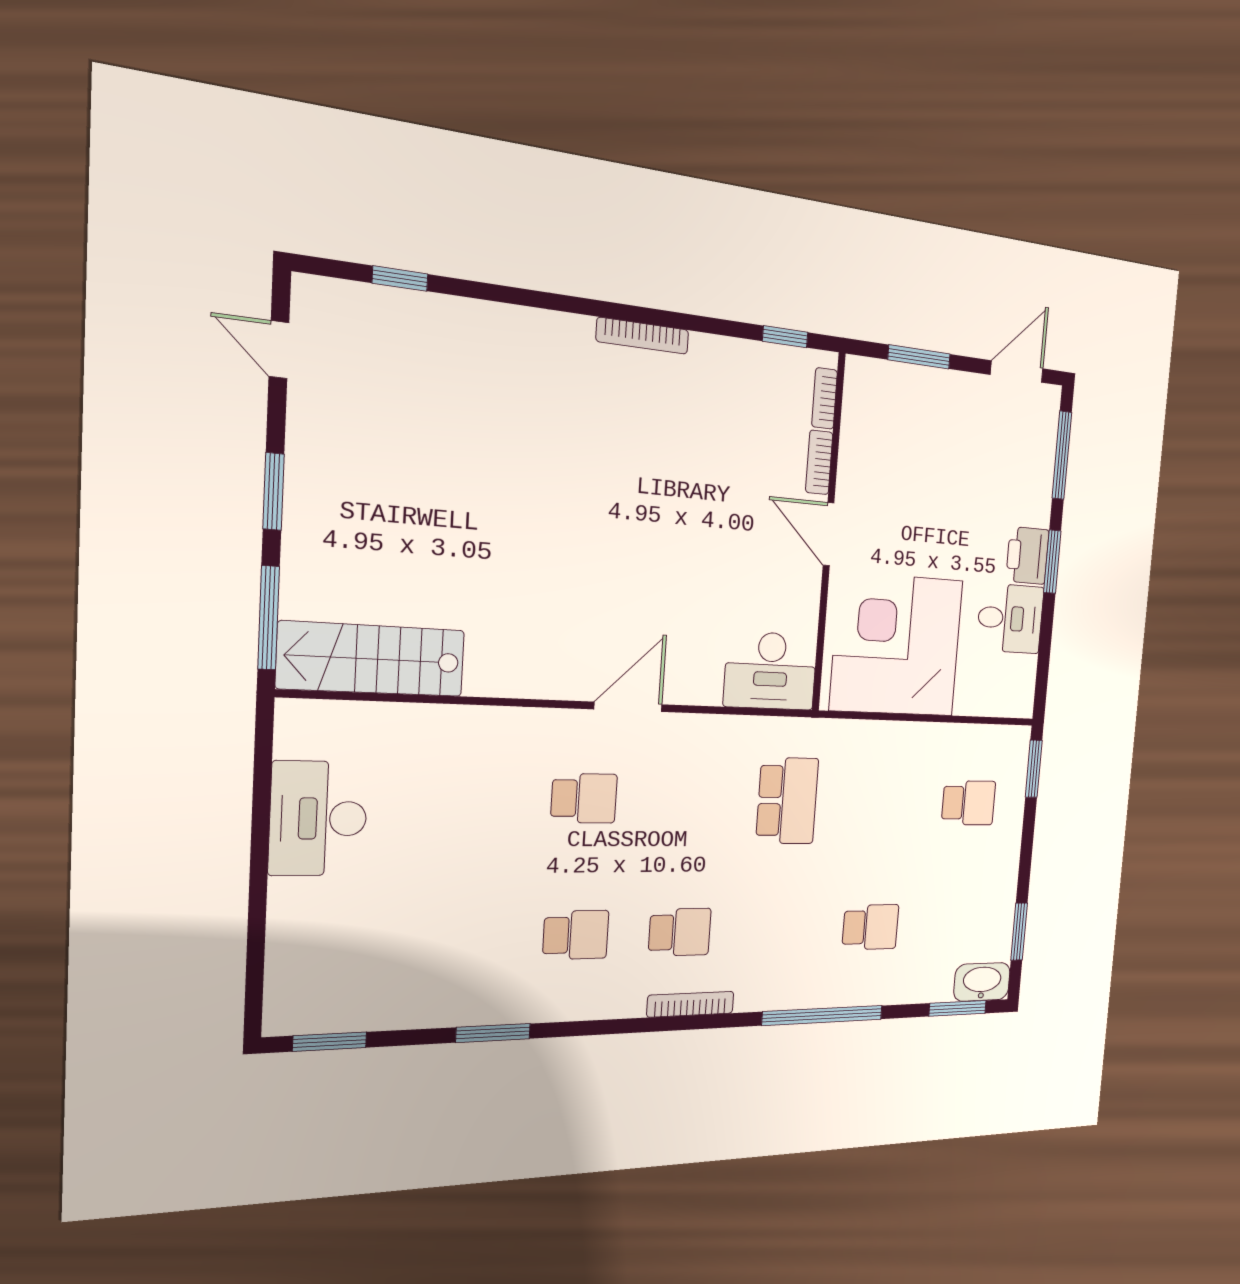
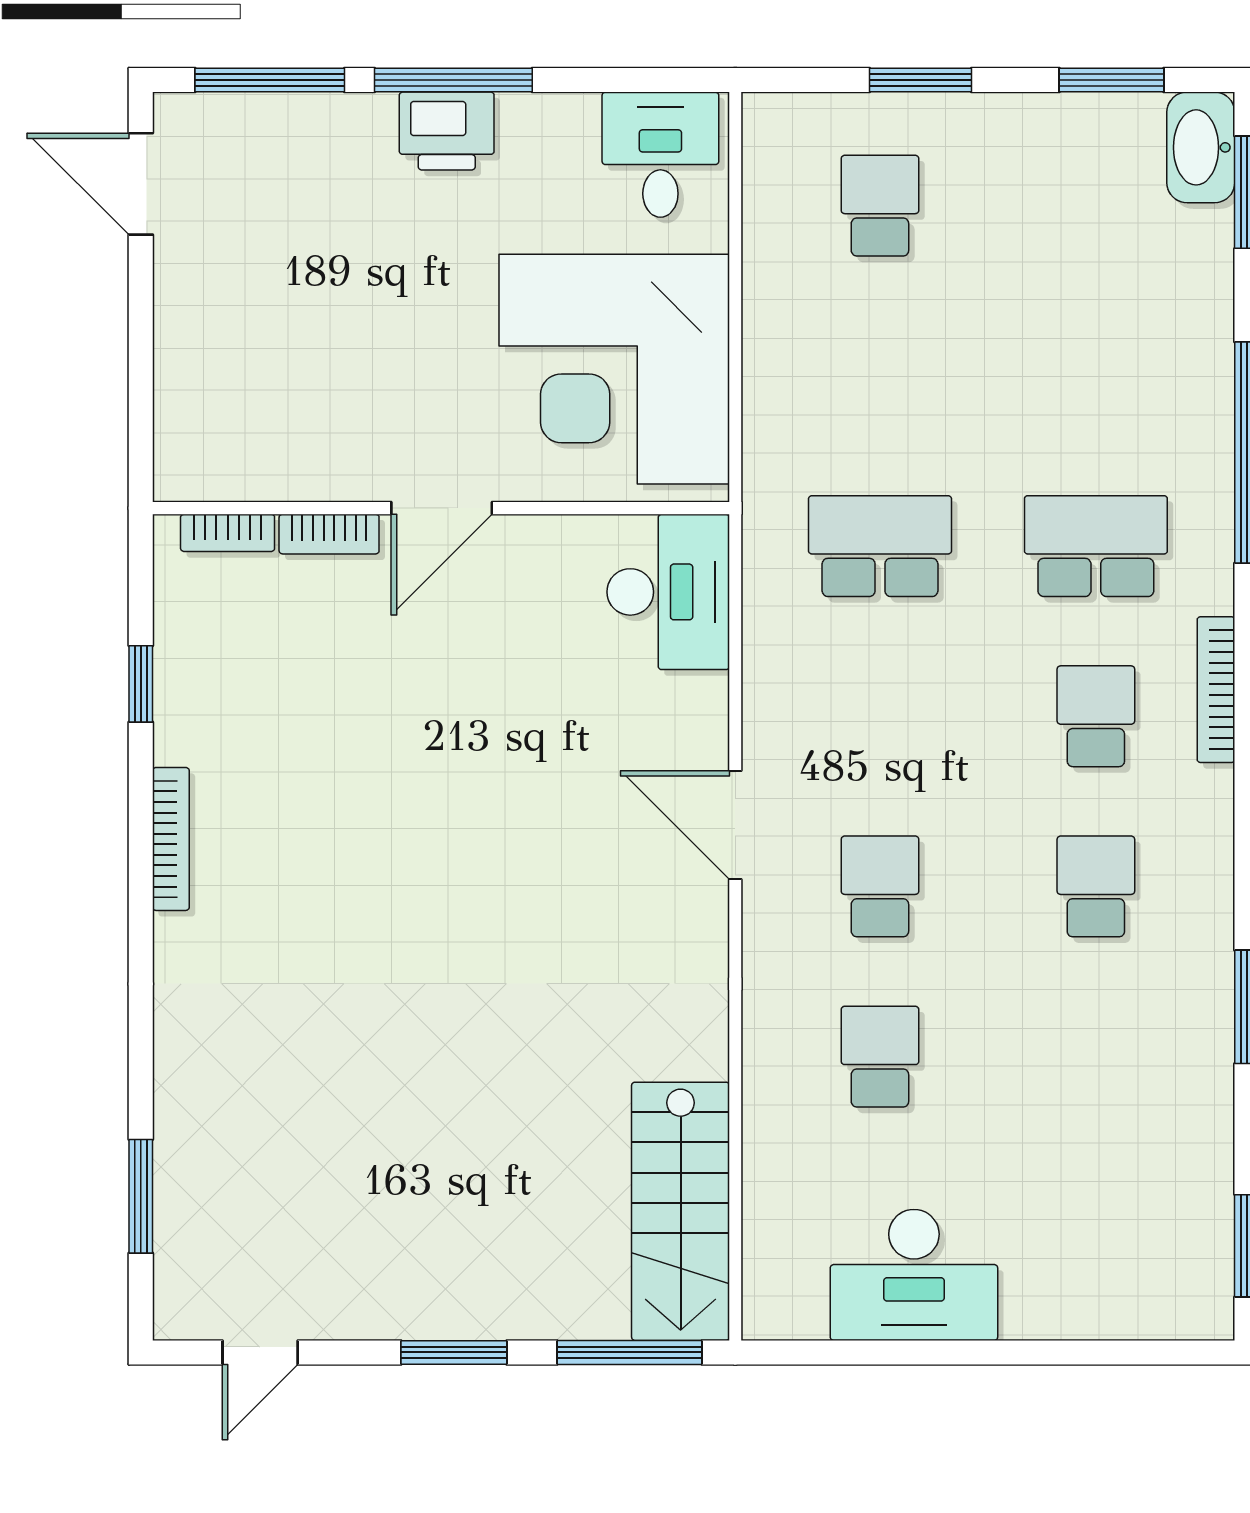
window: (400, 279) -> (141, 1196), width x1.50
window: (785, 337) -> (141, 684), moved
window: (919, 357) -> (141, 370), removed
window: (1052, 562) -> (453, 80), width x1.44
desk: (1010, 618) -> (660, 155), moved
window: (1034, 769) -> (920, 80), moved
school desk: (473, 797) -> (880, 1057), added
school desk: (870, 927) -> (1096, 546), moved, width x1.85

